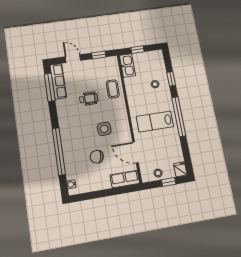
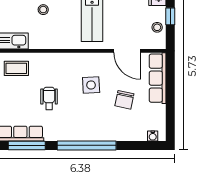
coffee table: (113, 89) -> (16, 68), moved
window: (59, 151) -> (87, 145), moved
door: (135, 152) -> (127, 51), hinge flipped
row of seats: (125, 179) -> (158, 78), width x1.48

